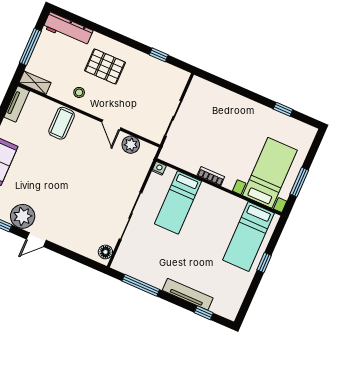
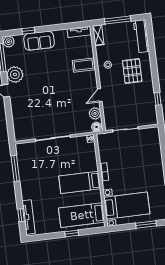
window: (299, 182) -> (146, 224), moved
bed: (178, 202) -> (80, 182), moved
floor lamp: (105, 252) -> (96, 127), moved
tv unit: (188, 294) -> (28, 217), moved

